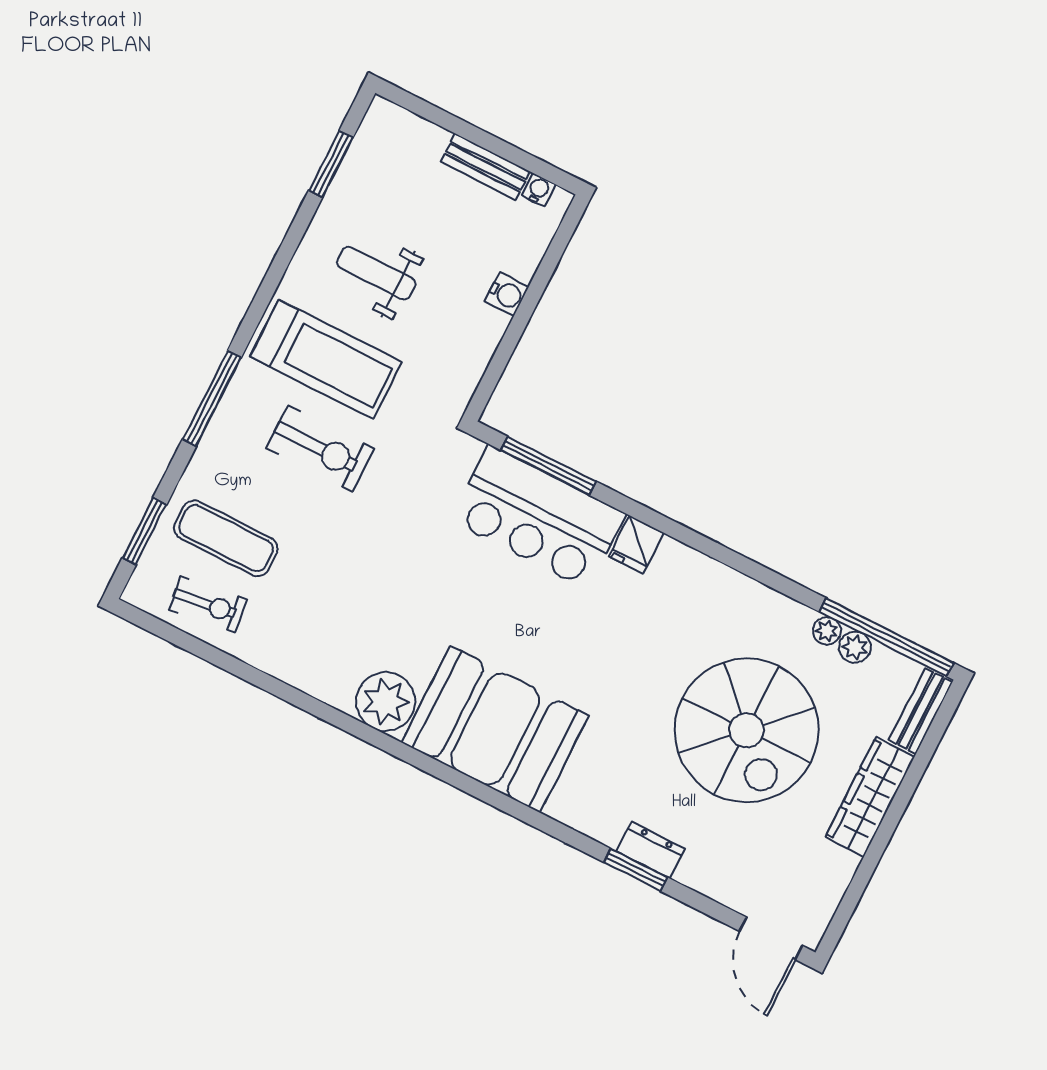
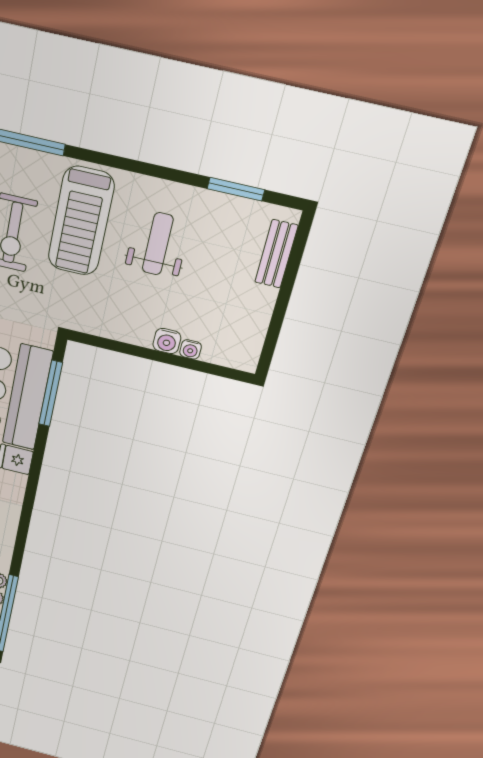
bench: (485, 167) -> (276, 254), moved
water cooler: (538, 190) -> (191, 349), moved, turned 90

